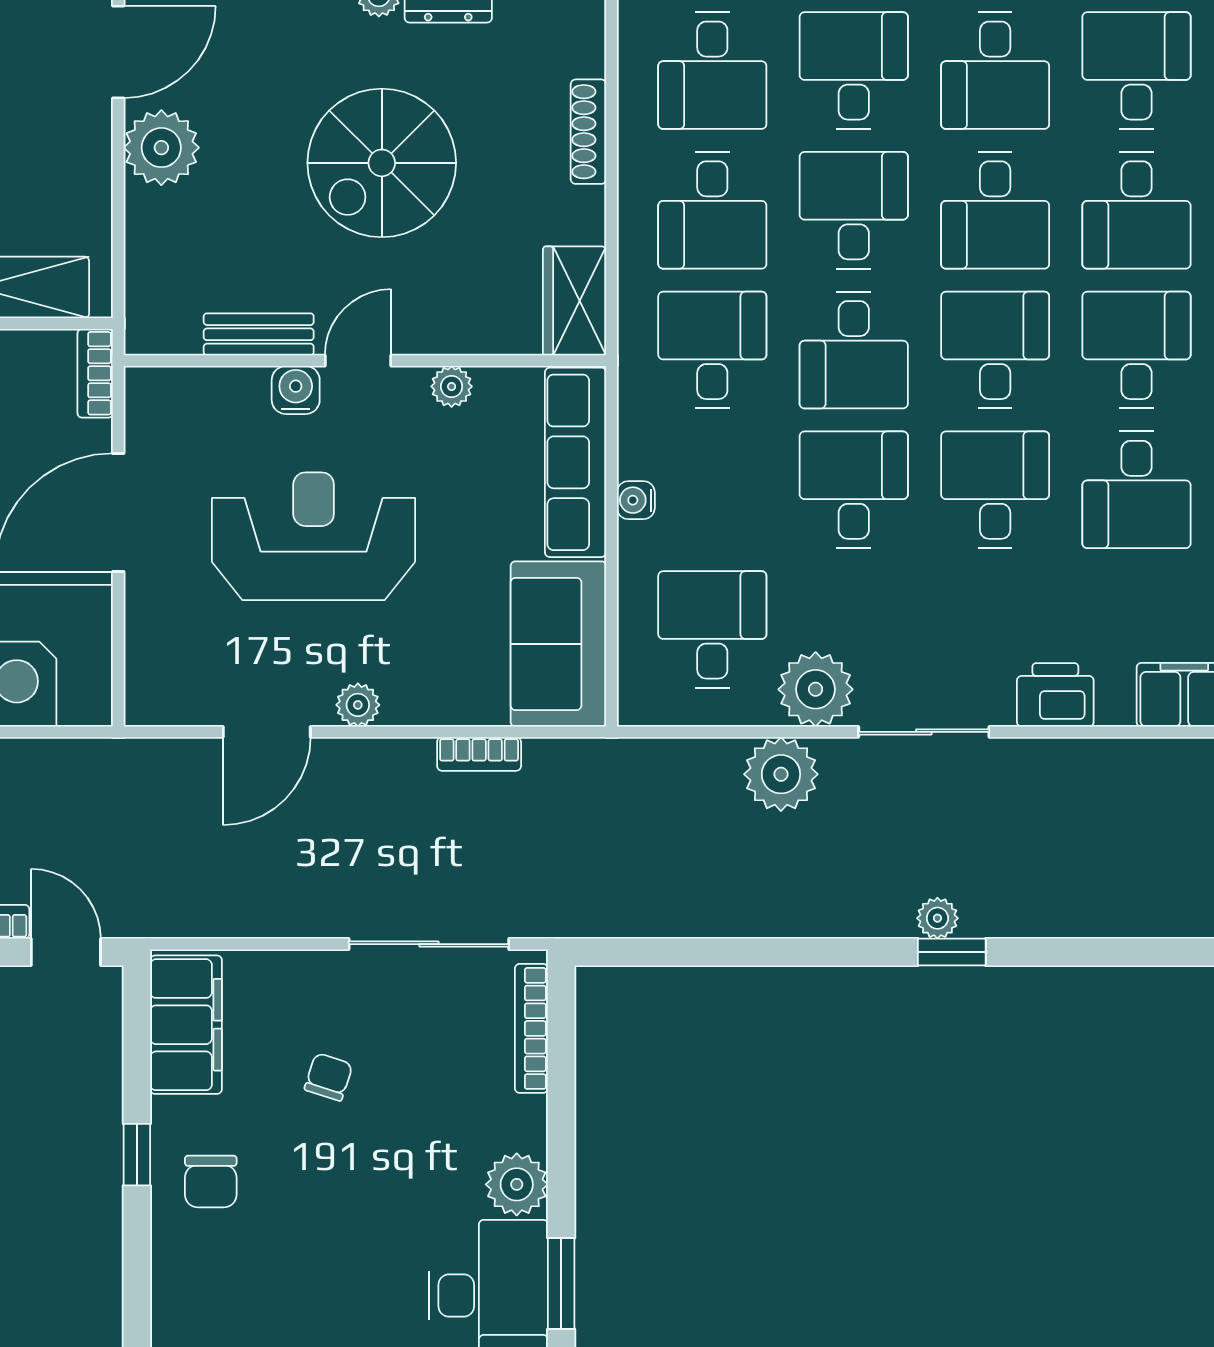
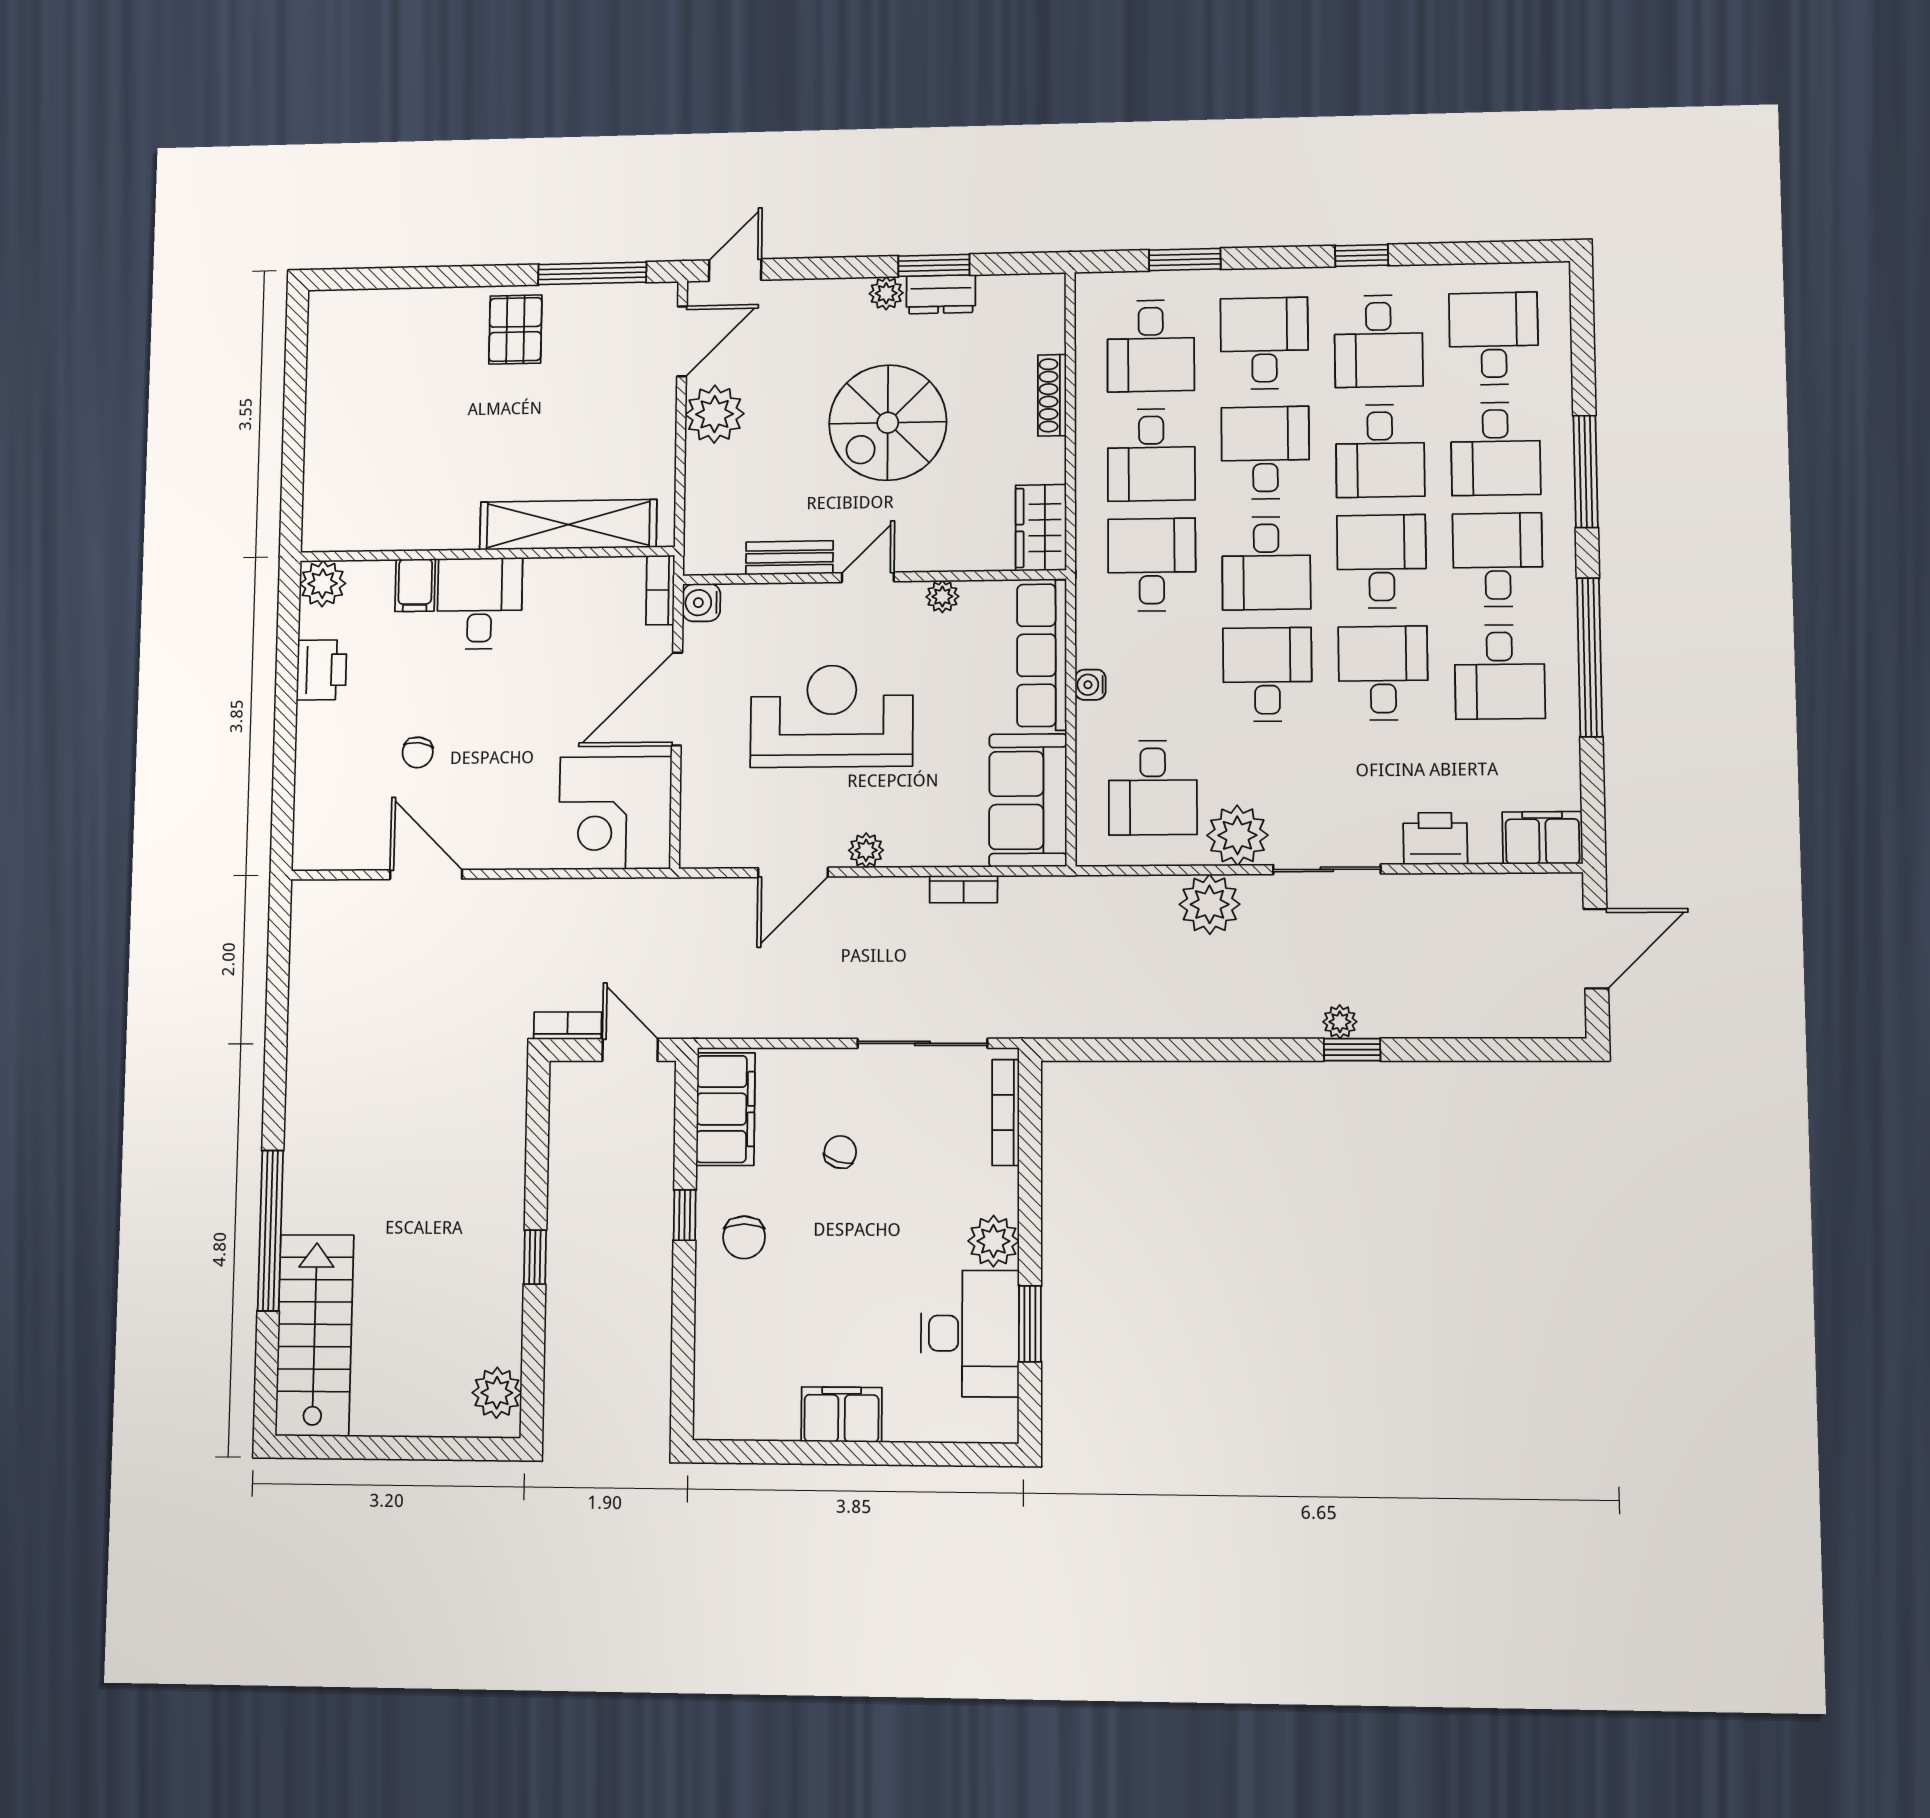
water cooler: (296, 390) -> (701, 603), moved, turned -90
desk: (712, 630) -> (1153, 788), turned 180

